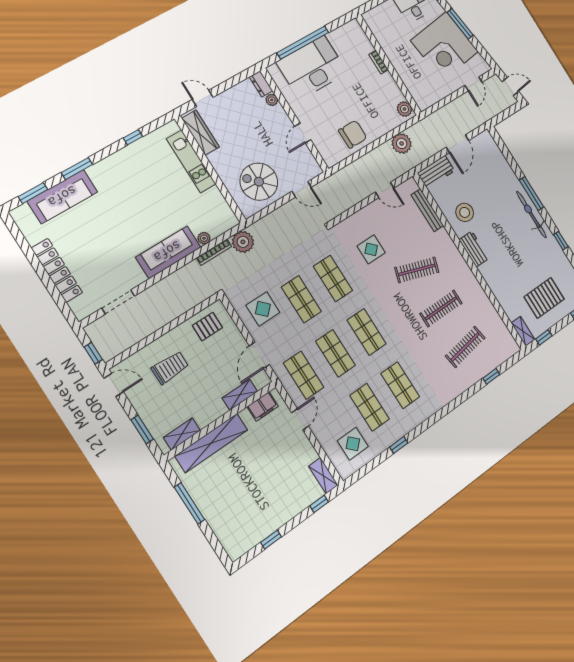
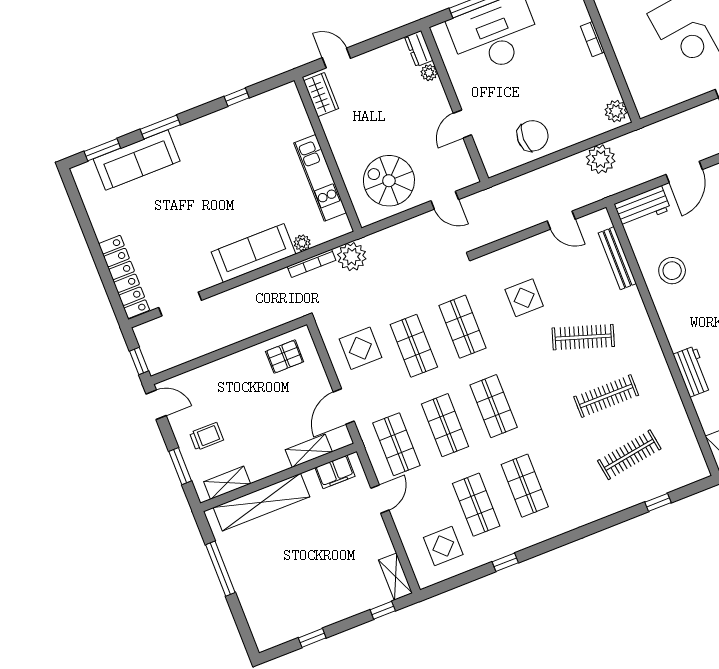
wardrobe: (200, 133) -> (321, 95), width x0.67
kitchen unit: (191, 161) -> (320, 178), moved
workbench: (474, 249) -> (692, 371), moved
locker: (57, 270) -> (124, 277), moved
trolley: (170, 368) -> (207, 436), moved, width x0.73, depth x0.72

